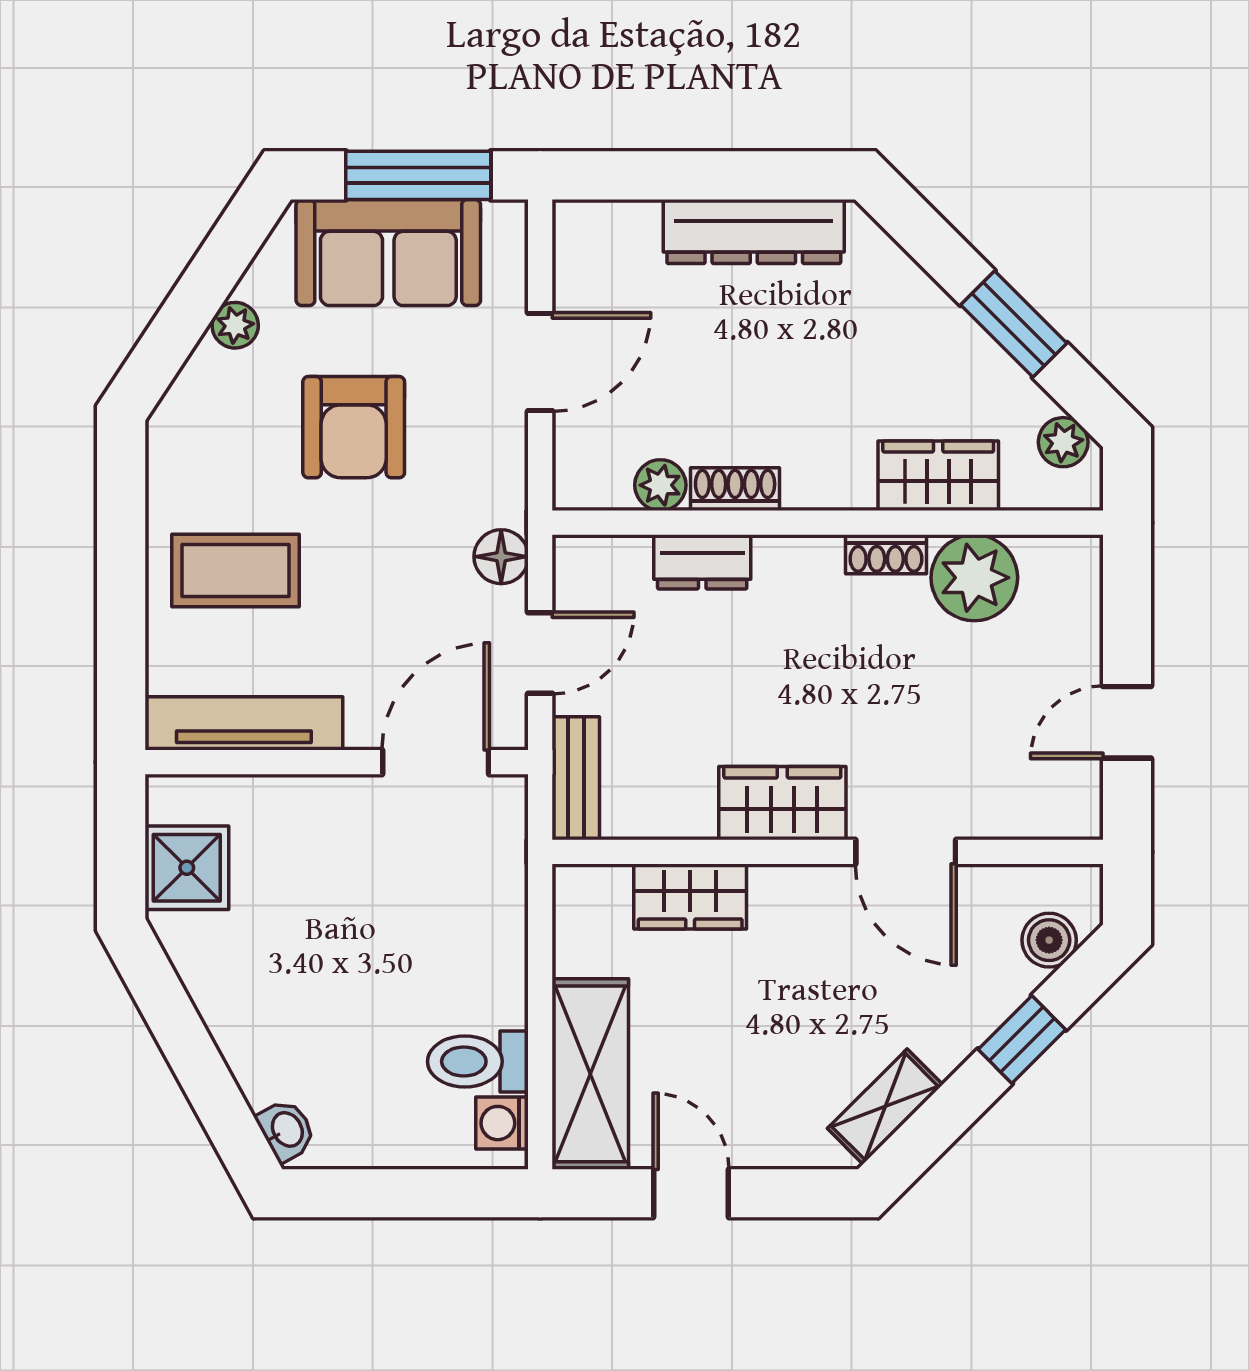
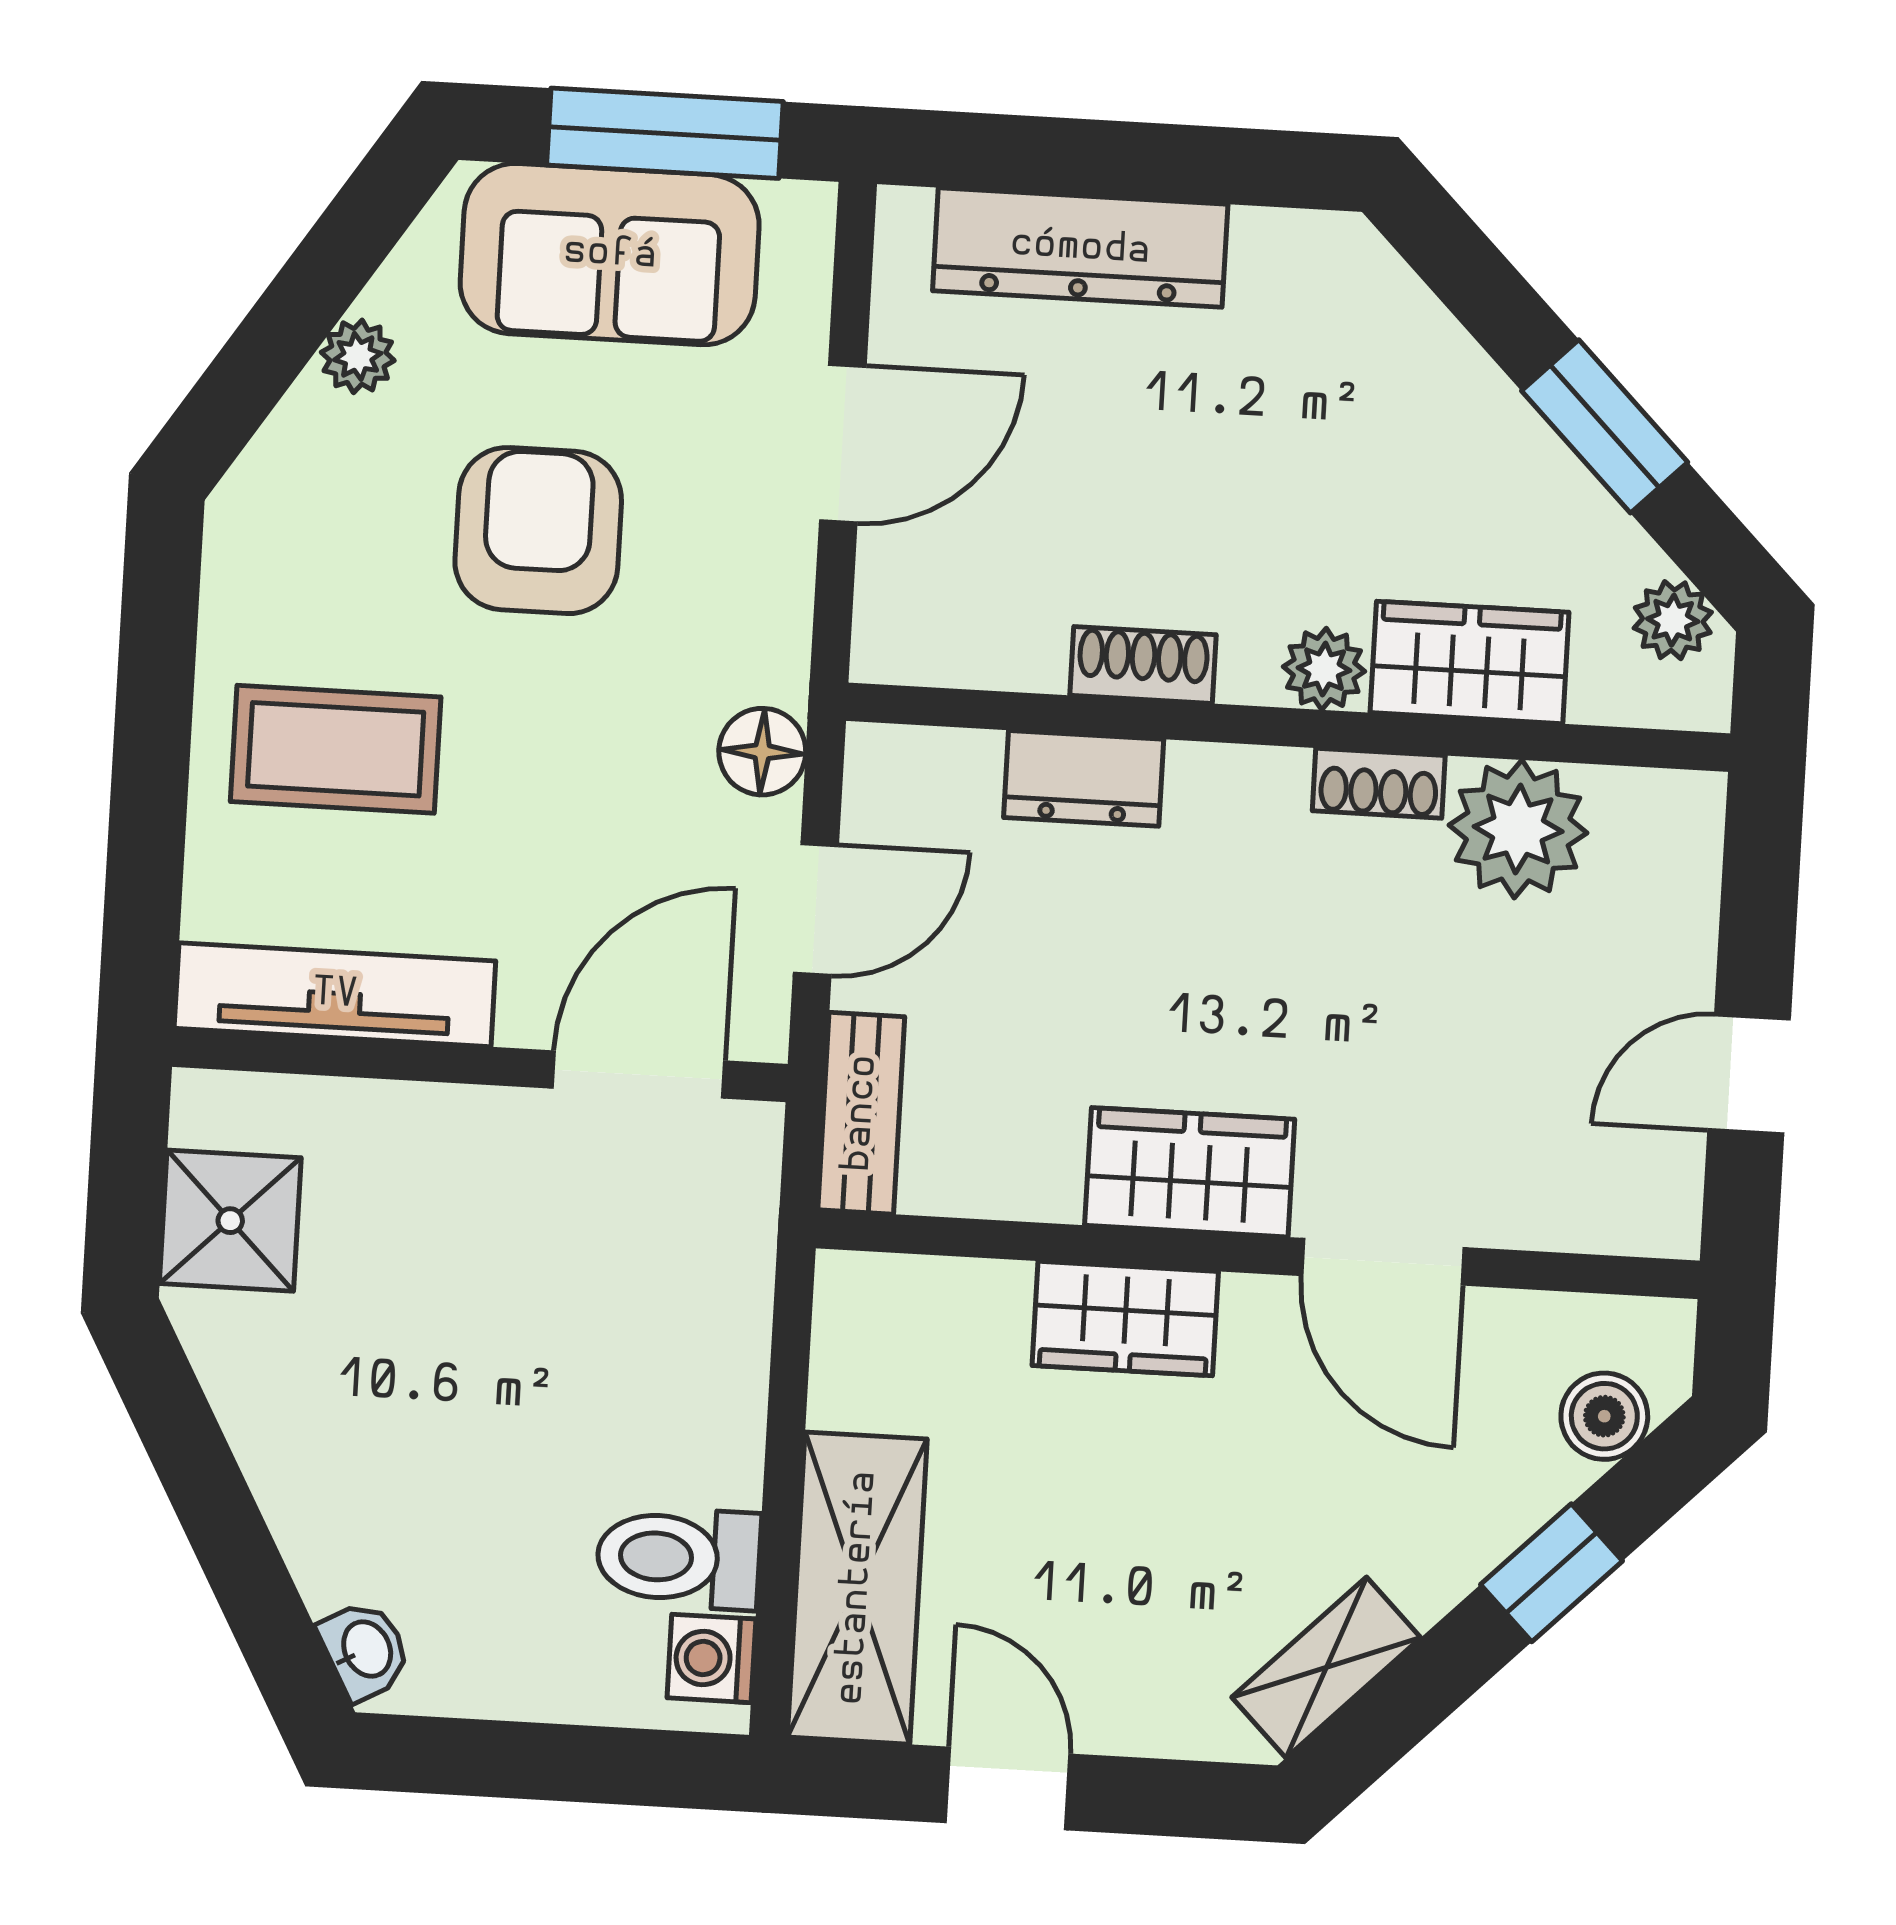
dresser: (754, 232) -> (1080, 248), moved
armchair: (354, 427) -> (538, 531), turned 180
plant: (660, 485) -> (1324, 669), moved
wardrobe: (690, 897) -> (1125, 1319), moved

